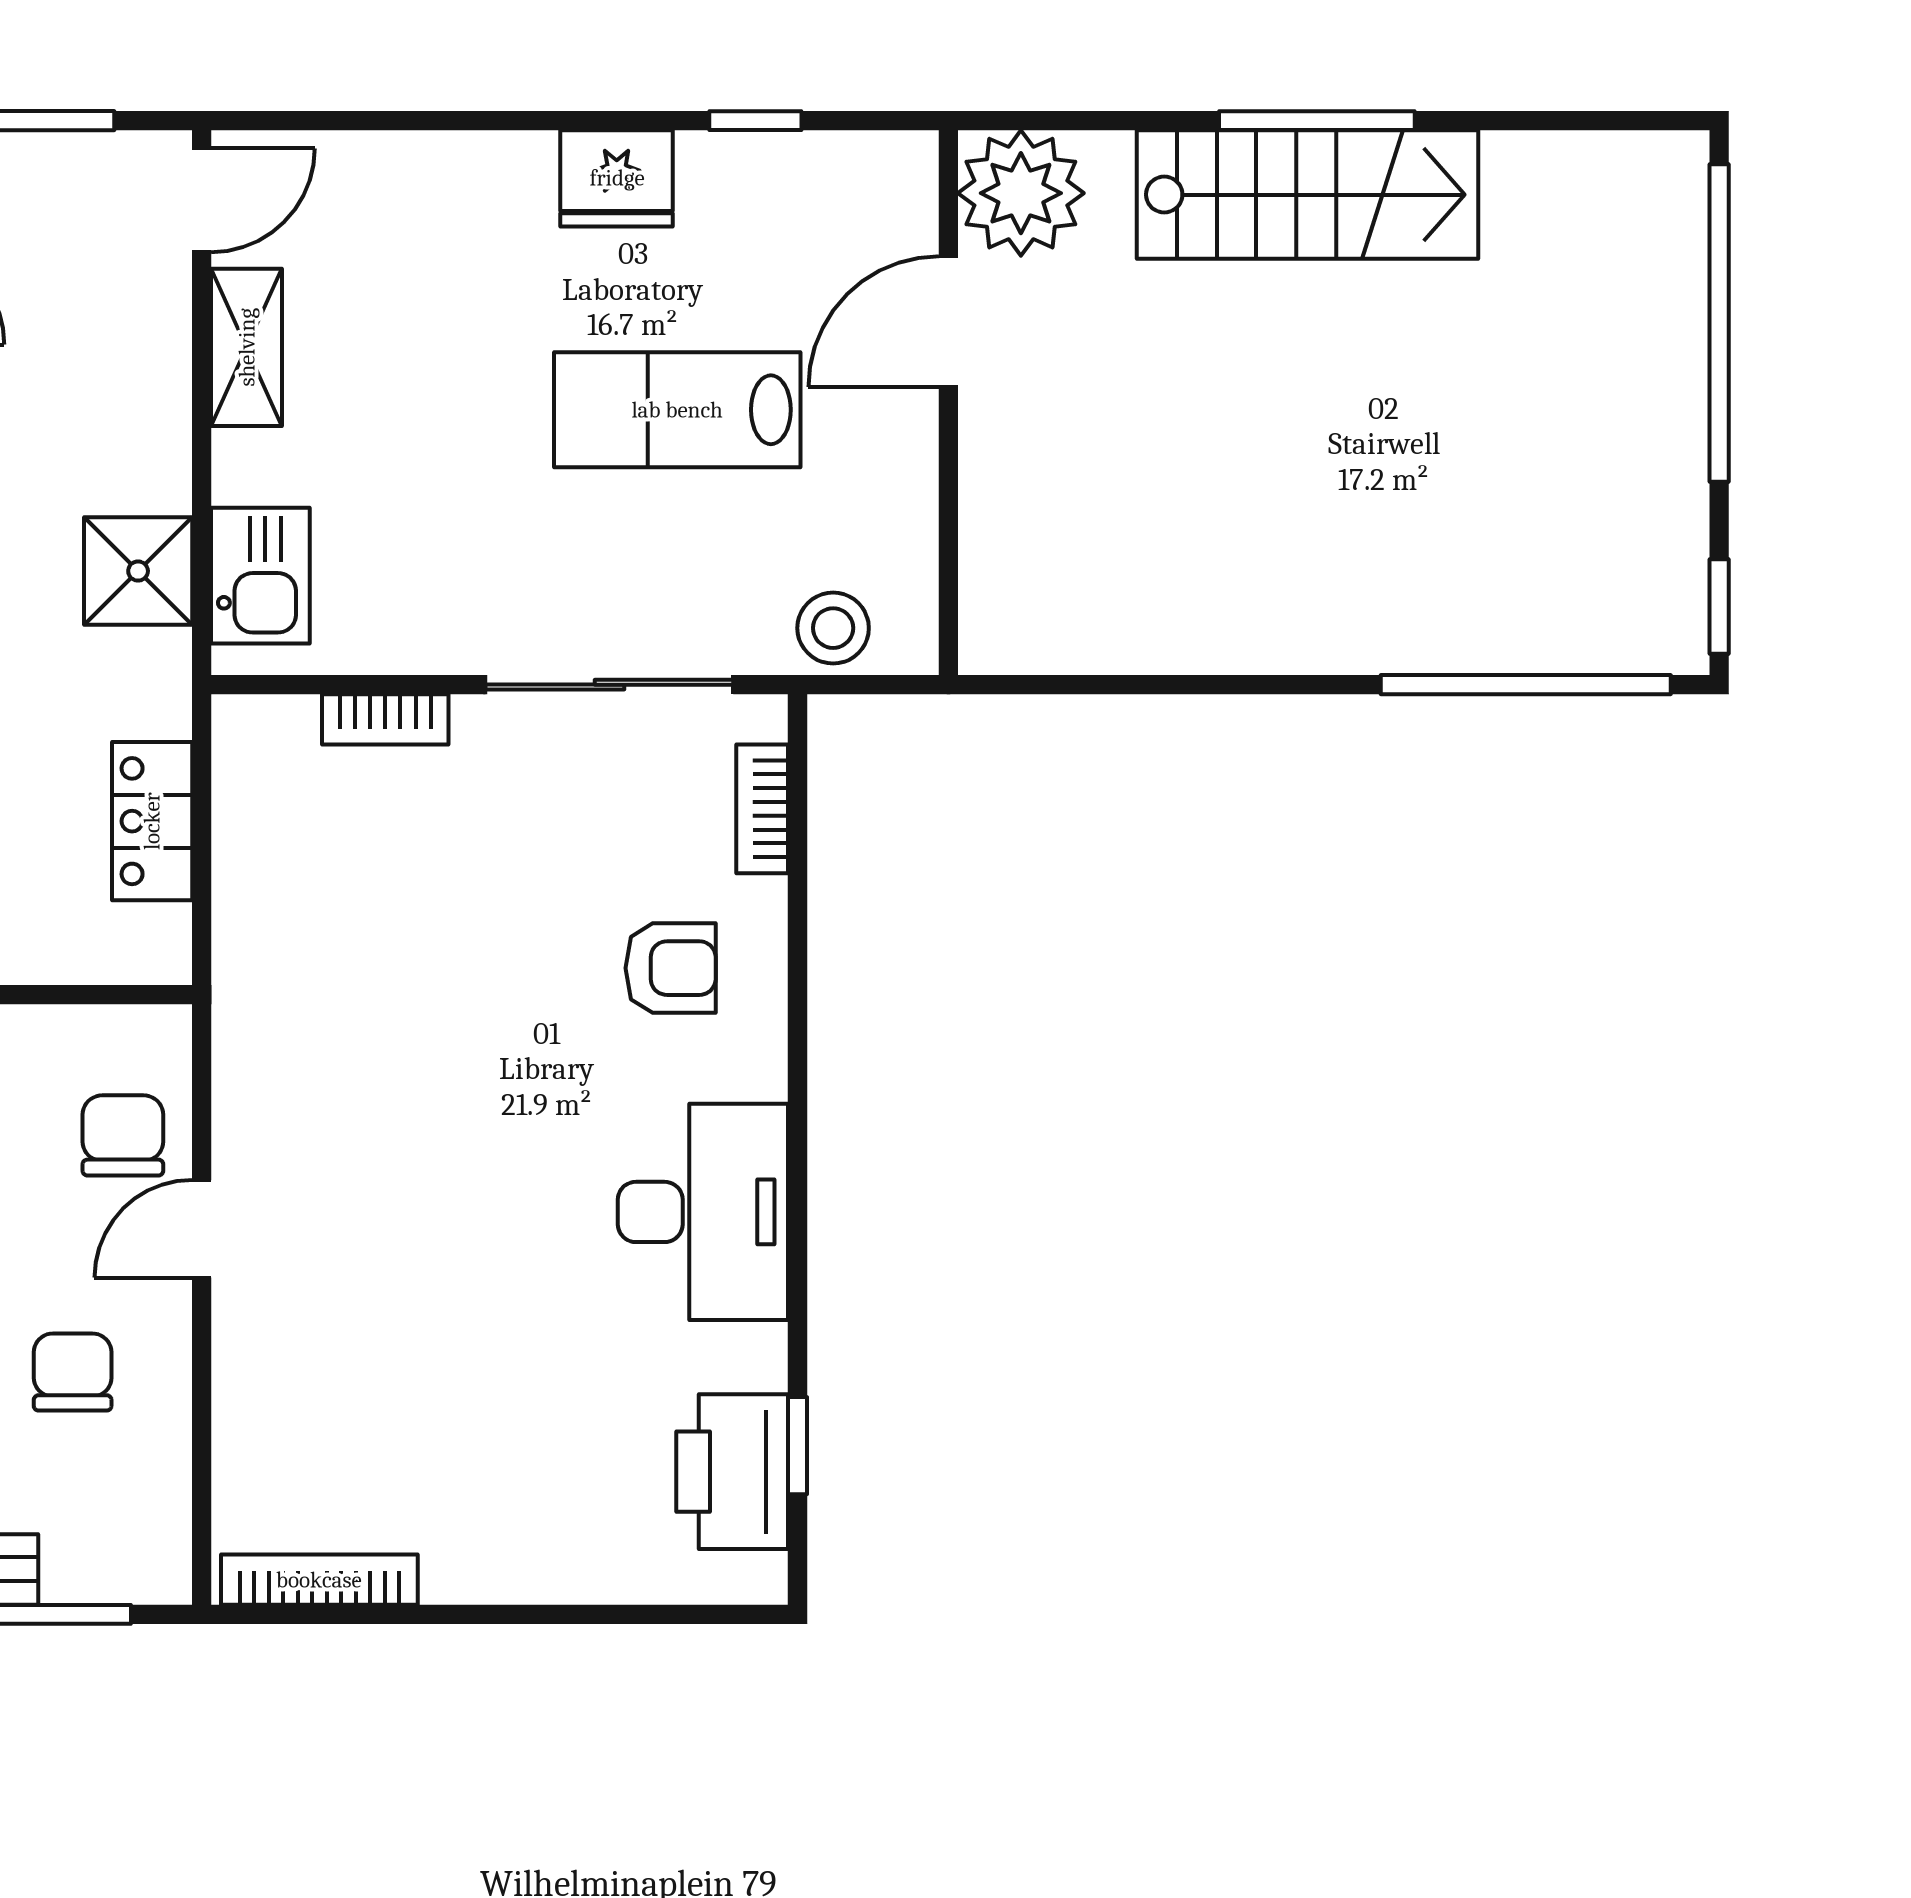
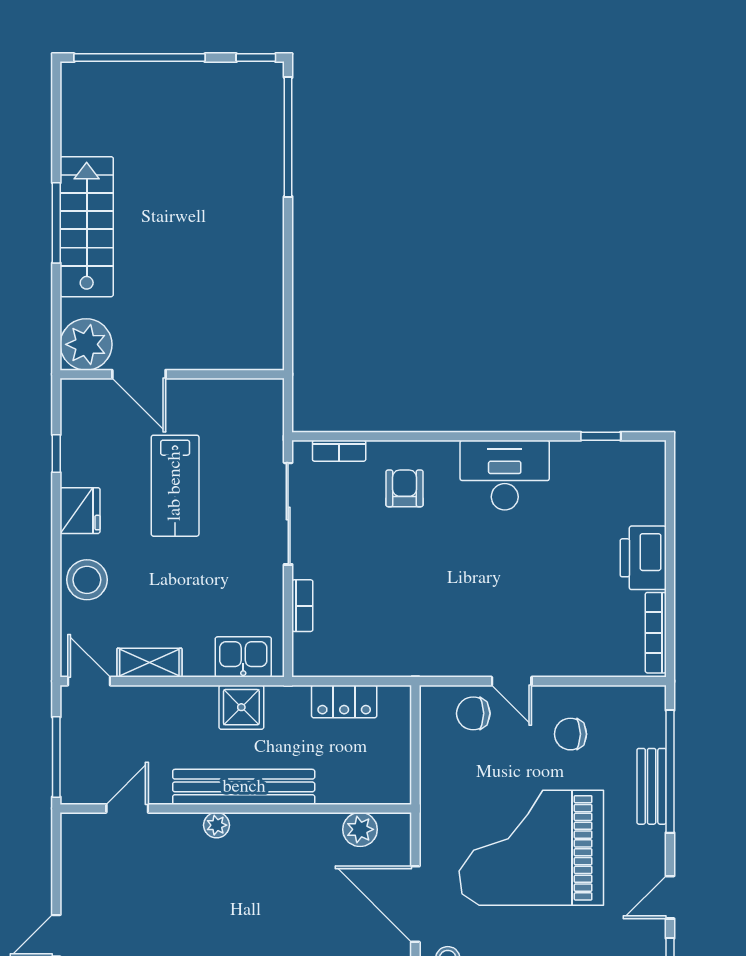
stool: (833, 628) -> (87, 580), moved, width x1.38, depth x1.38
printer: (732, 1472) -> (643, 558), moved, turned 90

